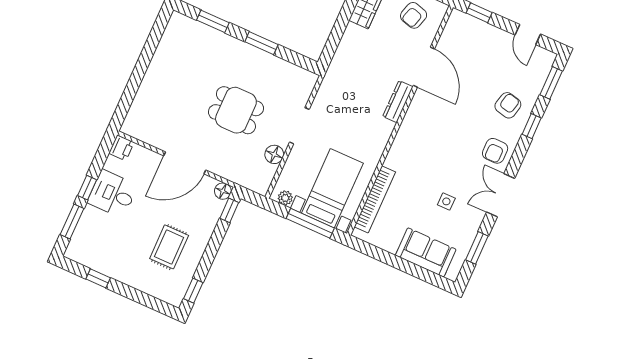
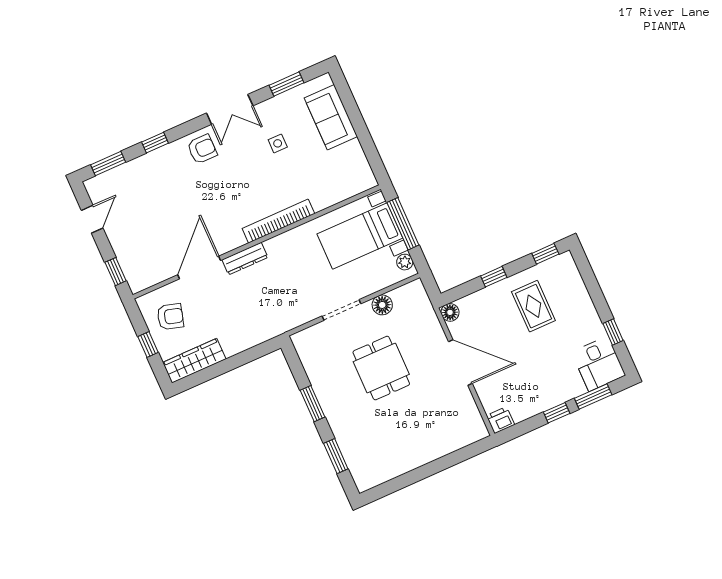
armchair: (508, 105) -> (159, 176), removed
desk: (113, 194) -> (598, 364), moved
bookcase: (375, 199) -> (278, 221), moved
window: (229, 210) -> (494, 277), moved
rug: (169, 247) -> (533, 306), turned 90

